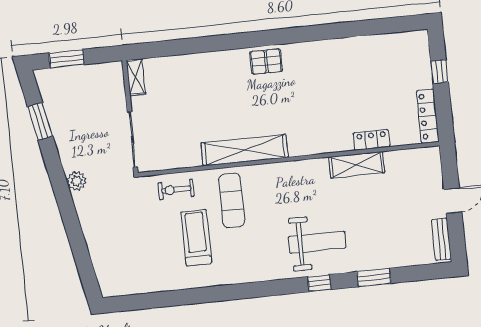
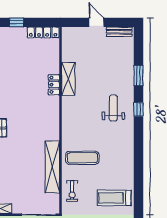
locker: (371, 140) -> (54, 85), moved
shelving: (245, 150) -> (52, 167), moved
treadmill: (196, 238) -> (114, 198), moved
weight bench: (317, 242) -> (113, 108), width x0.73, depth x0.75

